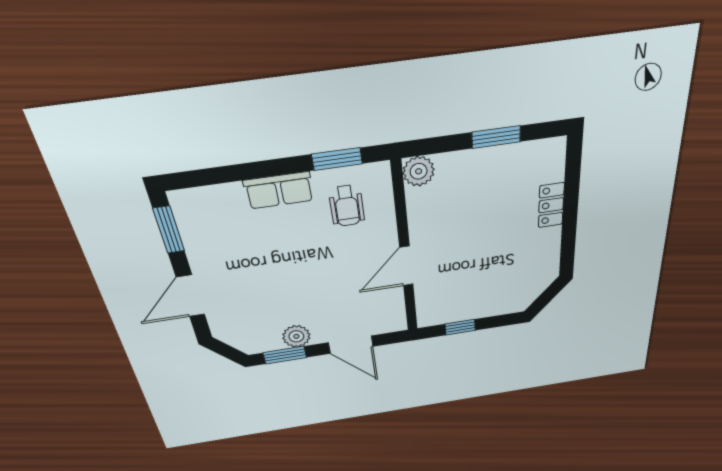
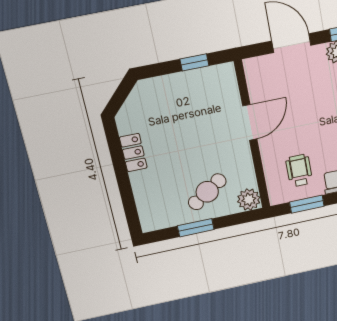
cafe table: (472, 185) -> (207, 192), added
locker: (551, 205) -> (133, 153), moved

